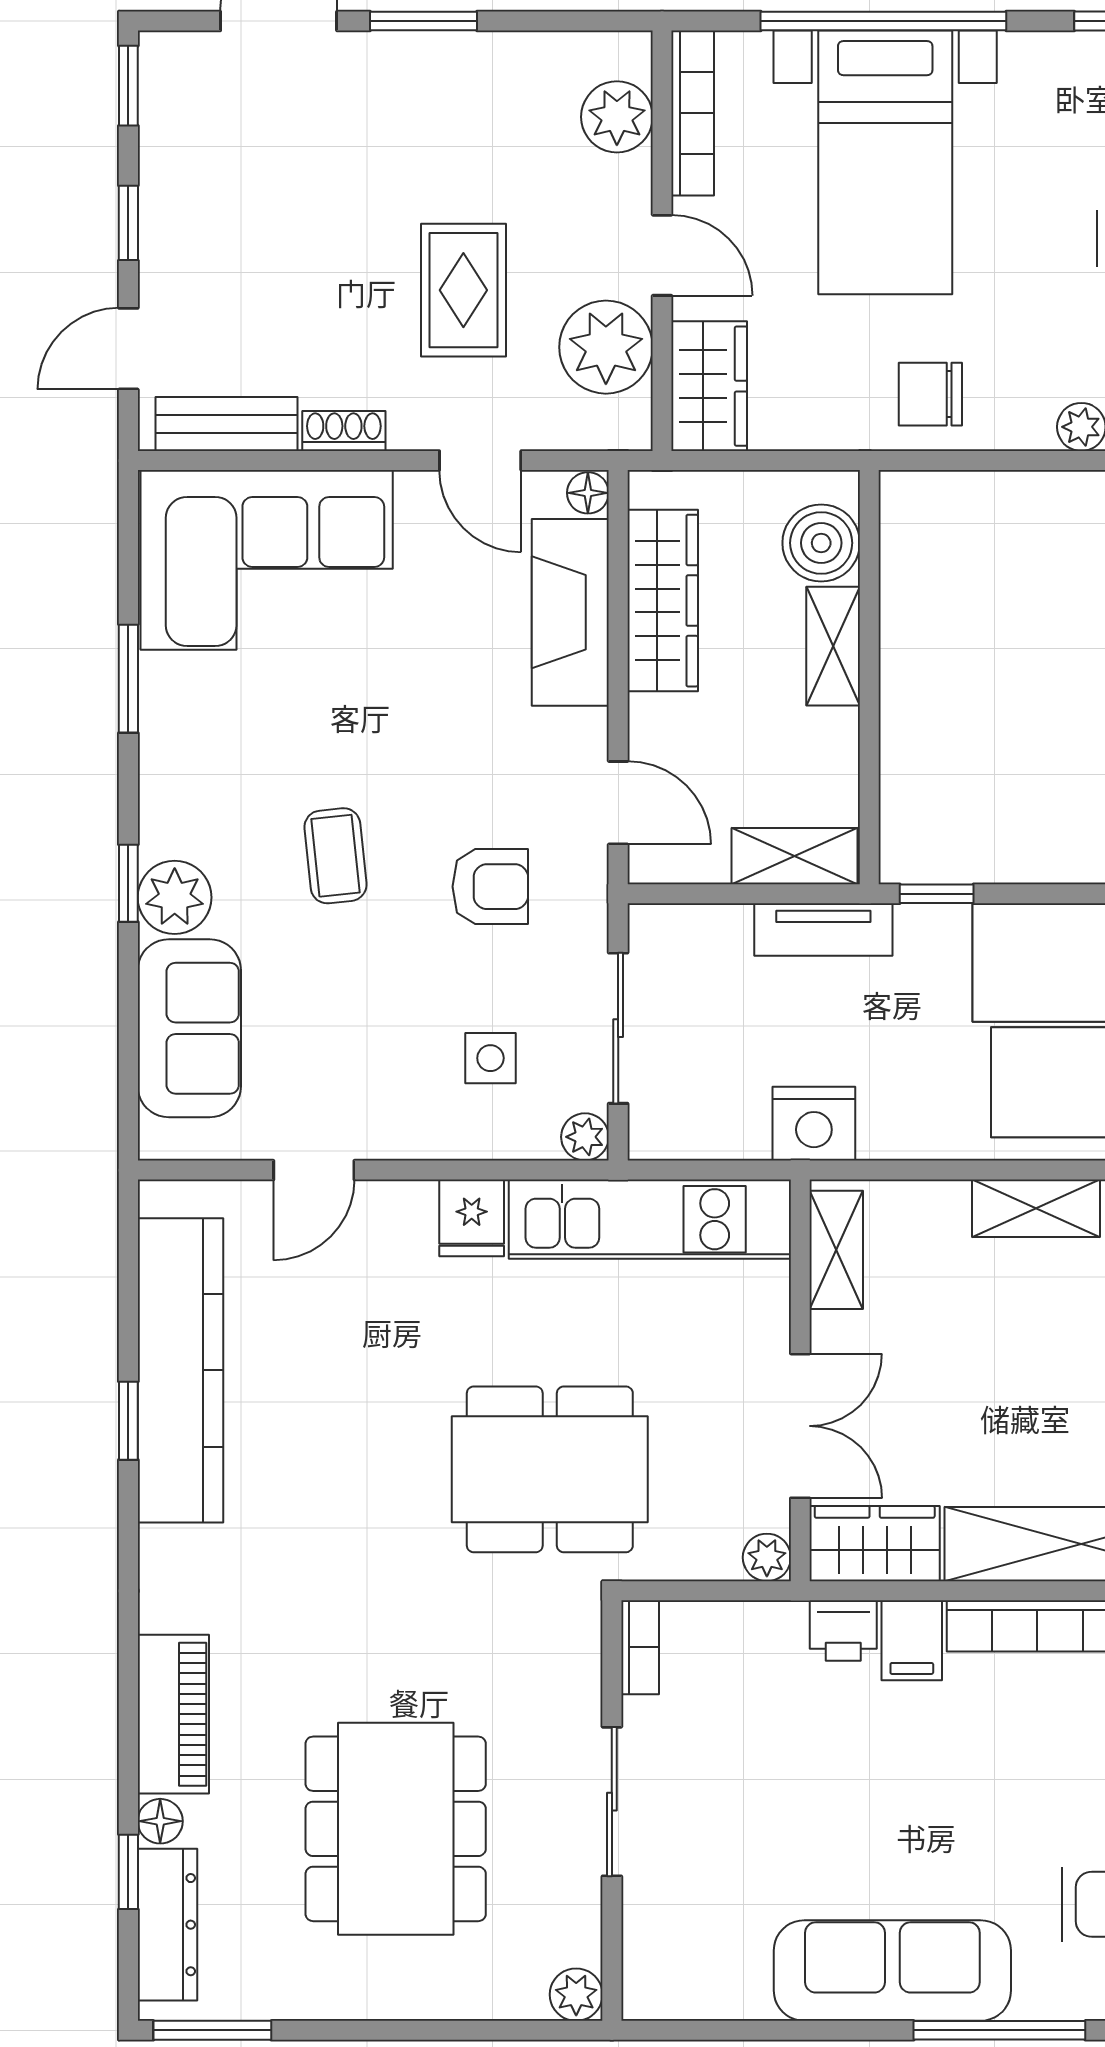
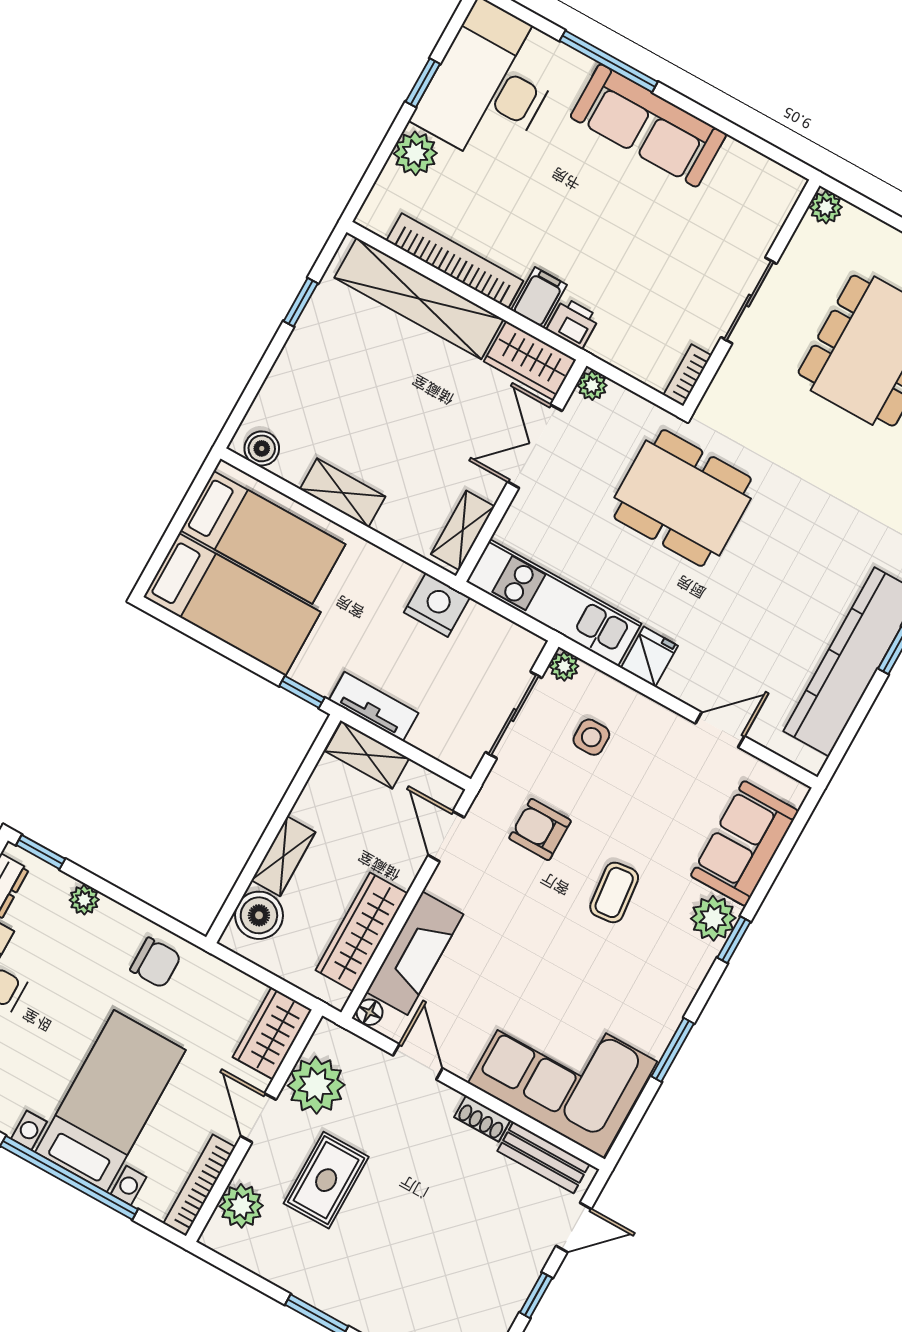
rug: (463, 290) -> (326, 1180), moved

